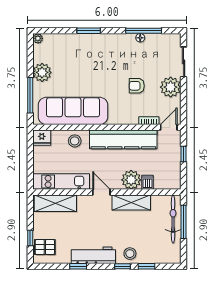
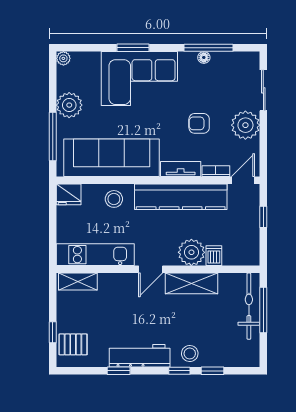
corner sofa: (93, 53) -> (139, 79), added
tv unit: (123, 119) -> (181, 169), added
door: (101, 192) -> (151, 269), swing flipped
shelving: (55, 203) -> (78, 281), width x0.67, depth x0.75

